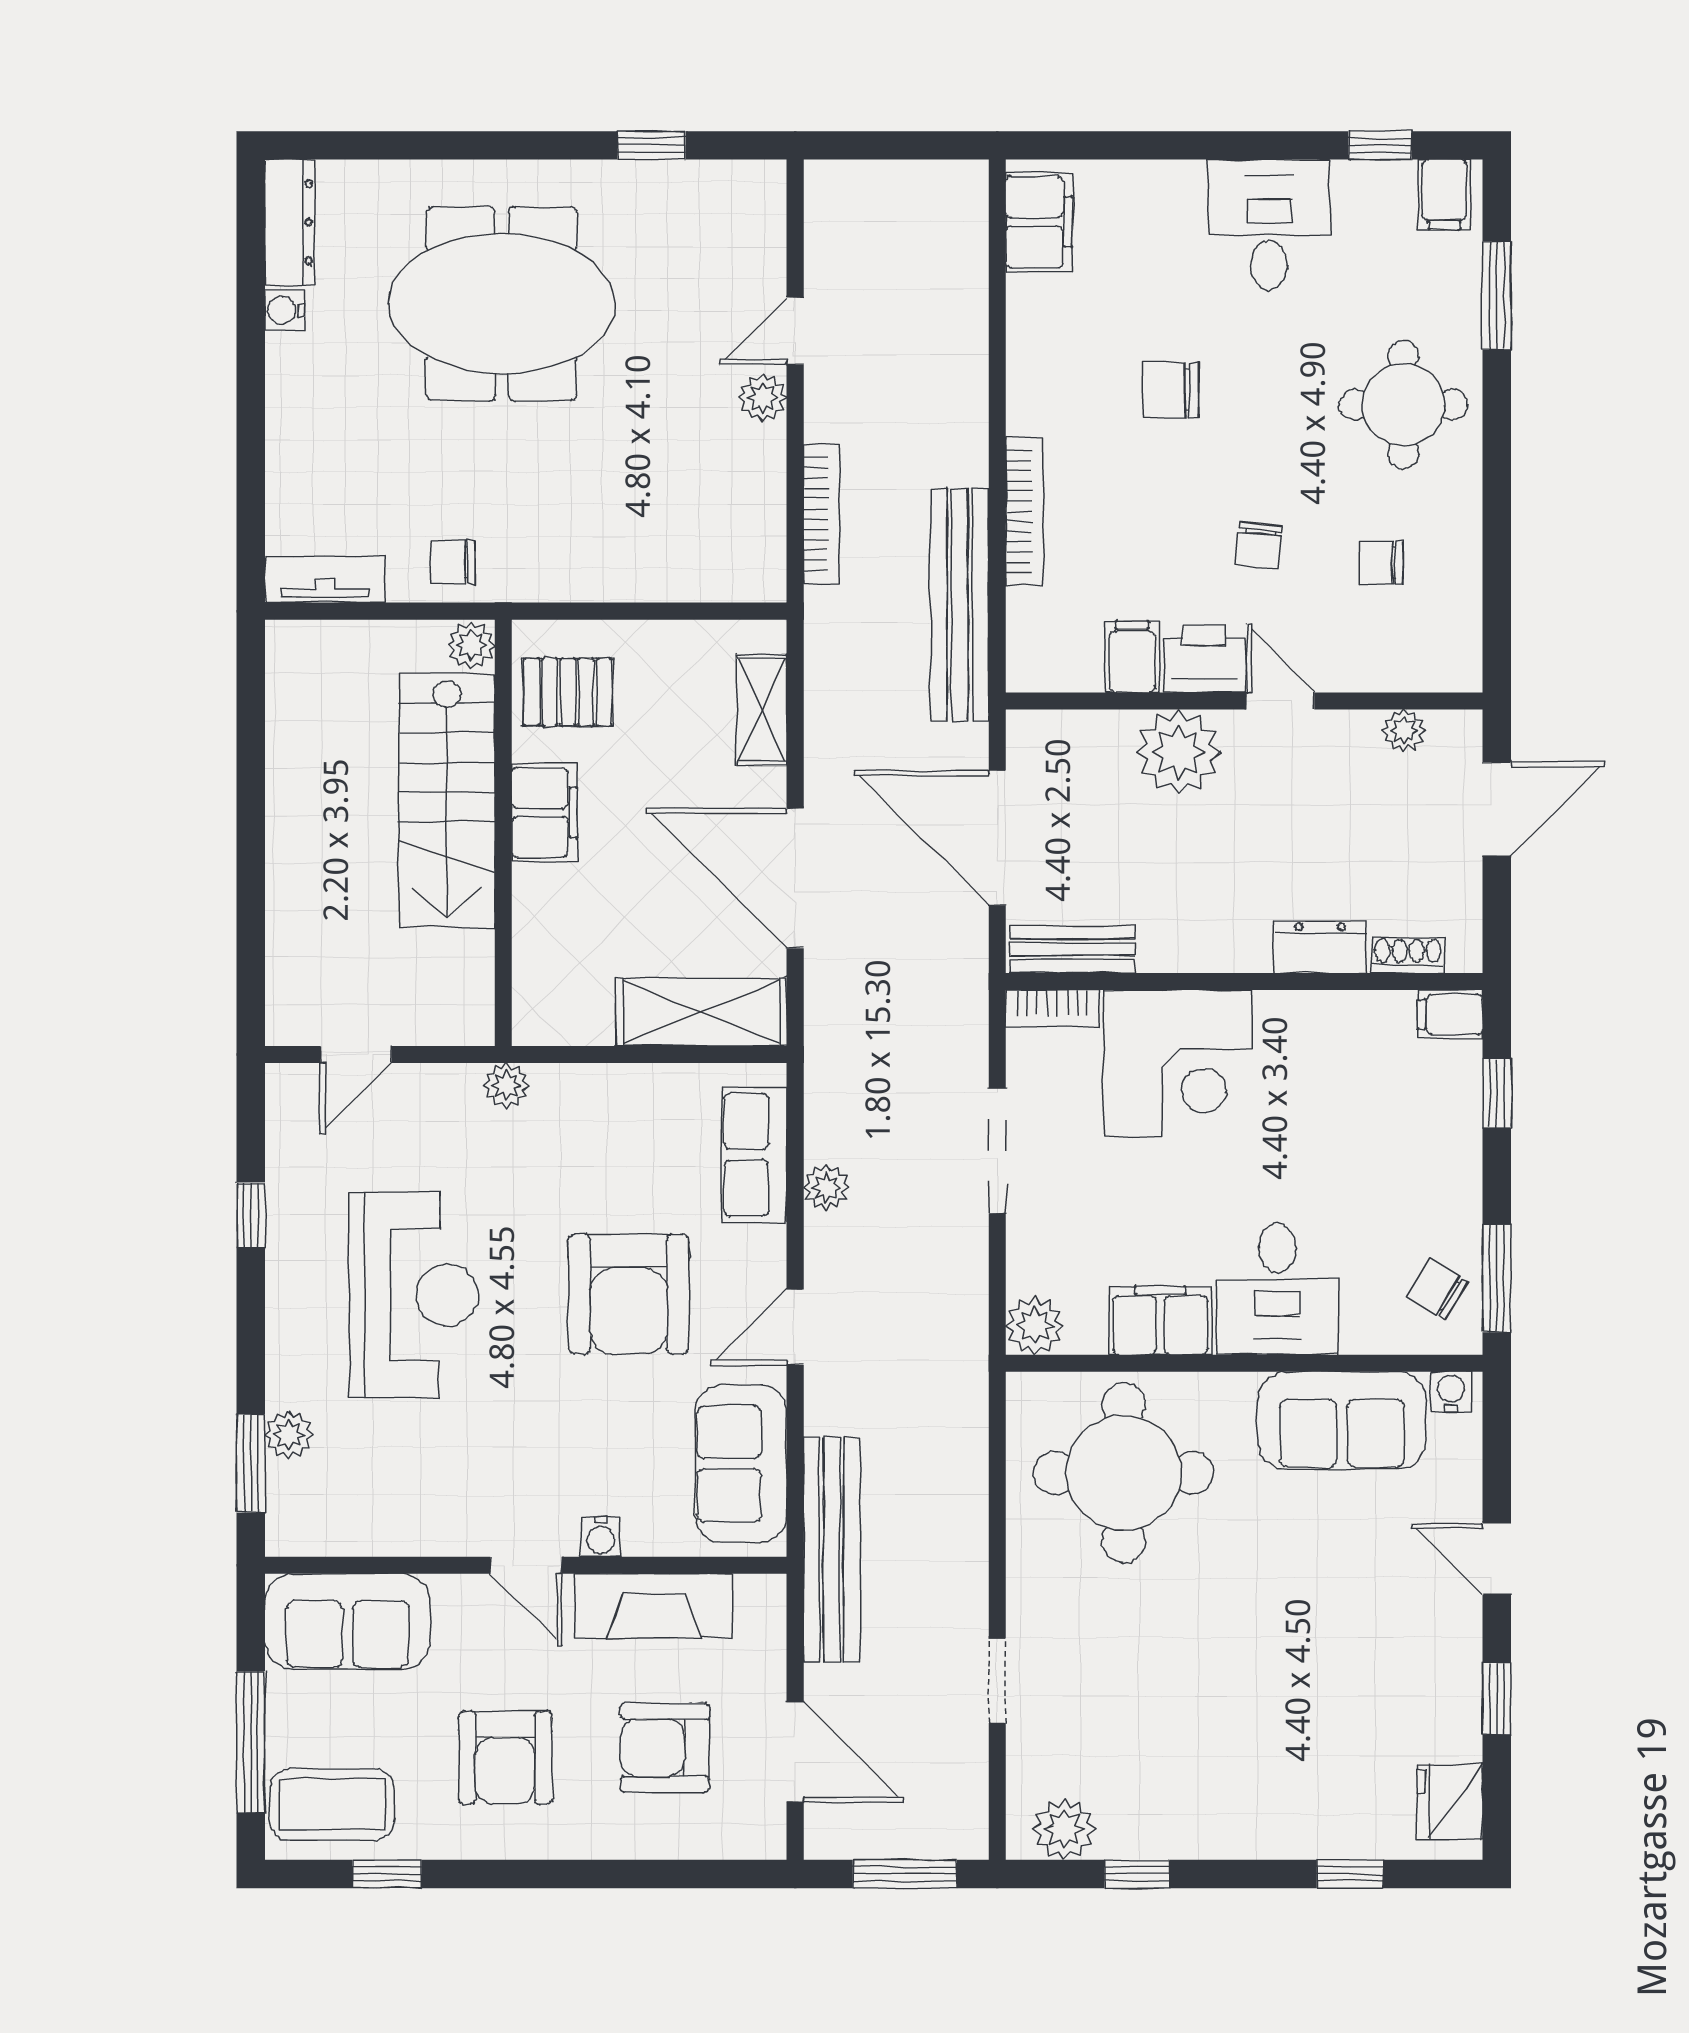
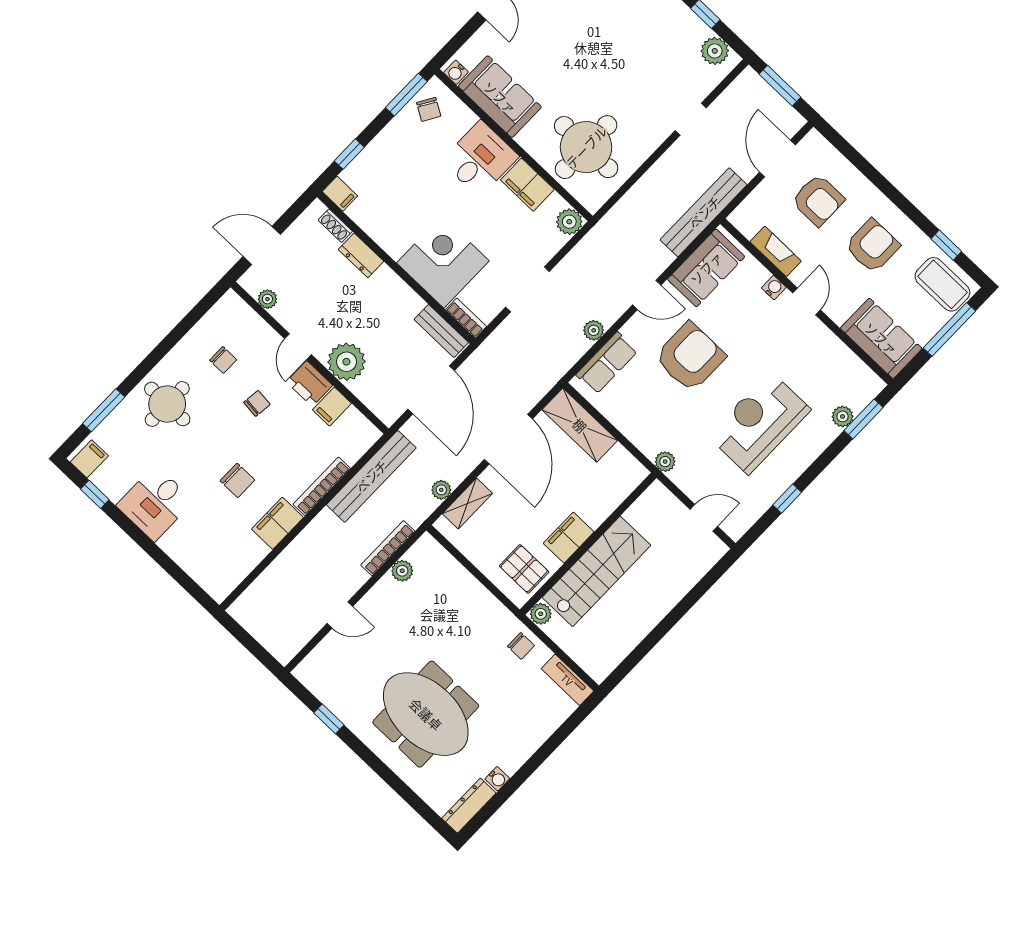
filing cabinet: (1039, 222) -> (277, 523), moved
plant: (763, 398) -> (402, 571), moved
plant: (825, 692) -> (441, 490), added
fireplace: (654, 1606) -> (776, 251), width x0.73, depth x0.76

